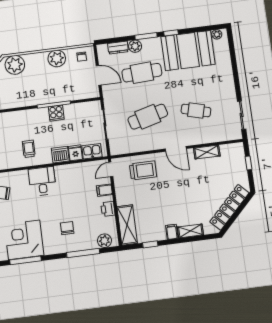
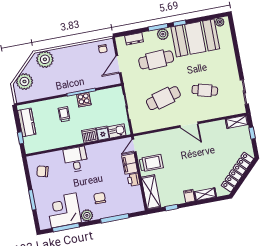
plant: (135, 46) -> (163, 34), moved
plant: (57, 58) -> (81, 52), removed
door: (99, 75) -> (119, 64), swing flipped
trolley: (29, 149) -> (64, 114), moved
shelving: (207, 152) -> (237, 122), moved
trolley: (143, 170) -> (151, 163), moved
filing cabinet: (104, 190) -> (130, 164), width x2.00
plant: (104, 241) -> (87, 215), moved

